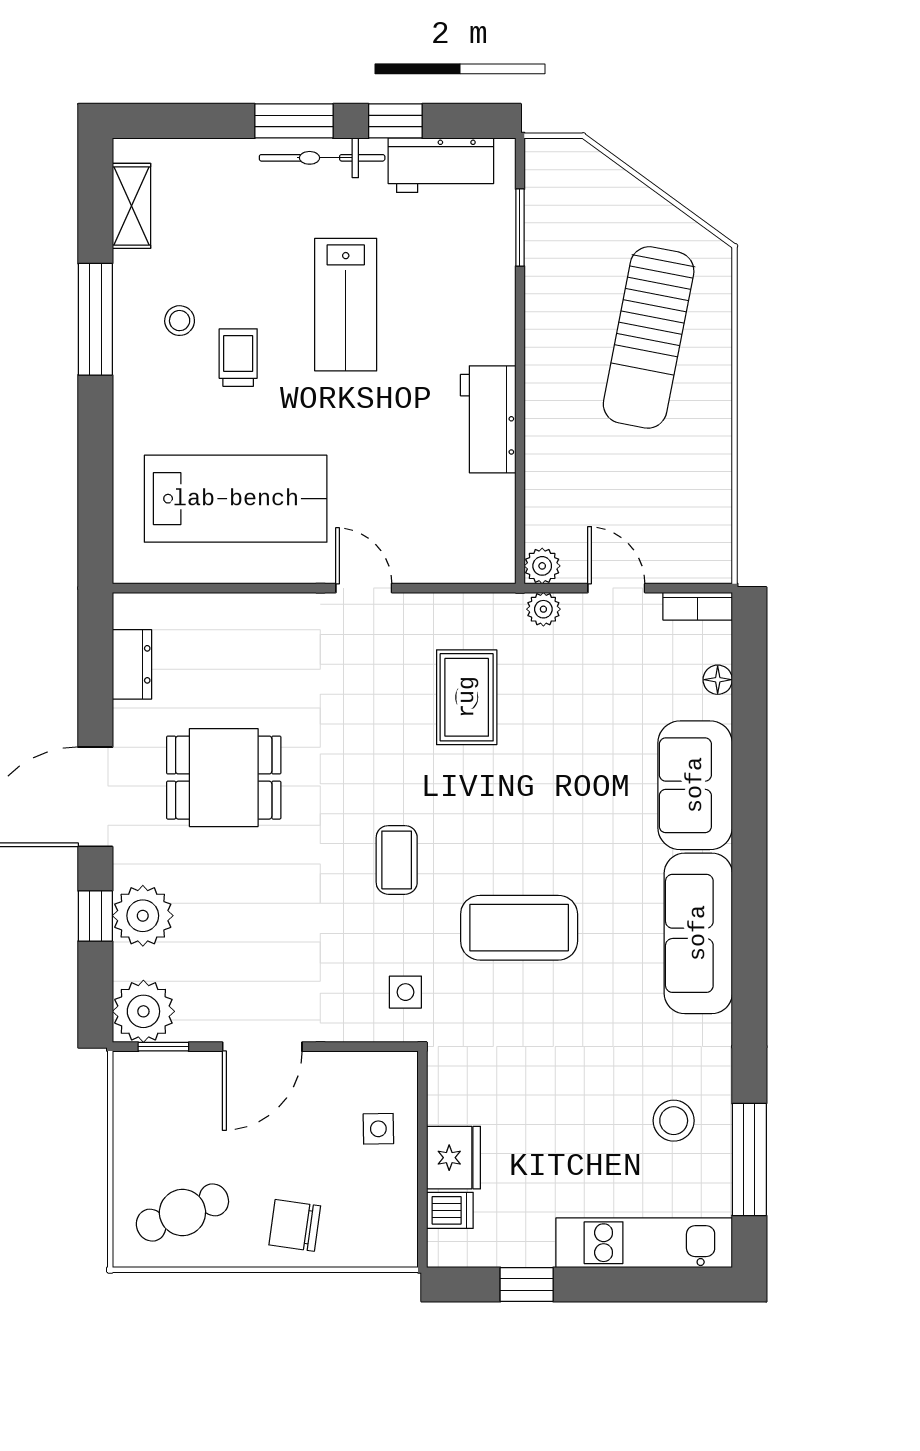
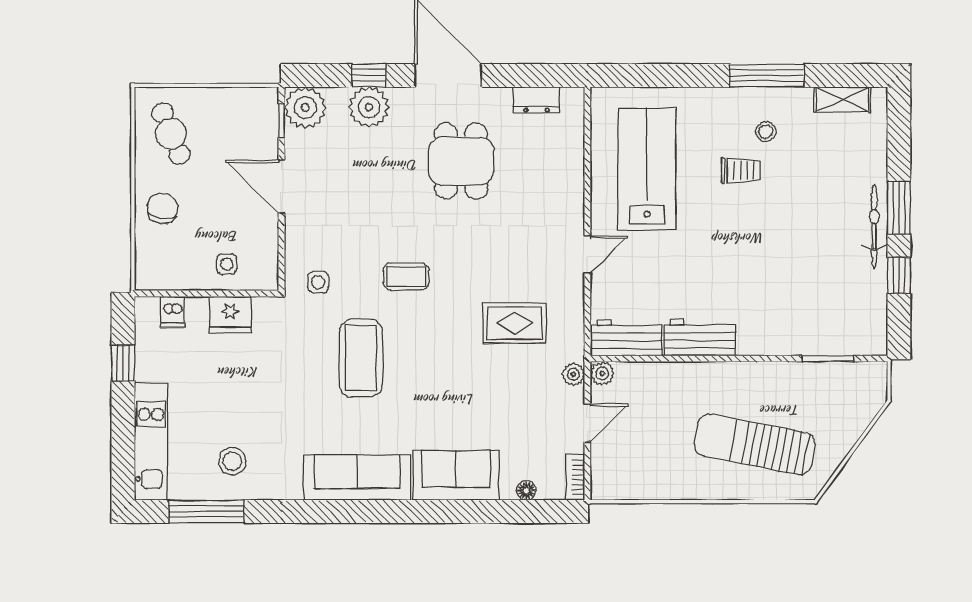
workbench: (441, 165) -> (627, 338), moved, turned 90
lab bench: (346, 305) -> (776, 242), removed
lab bench: (236, 499) -> (647, 169), turned 180
fridge: (454, 1158) -> (230, 314), moved

